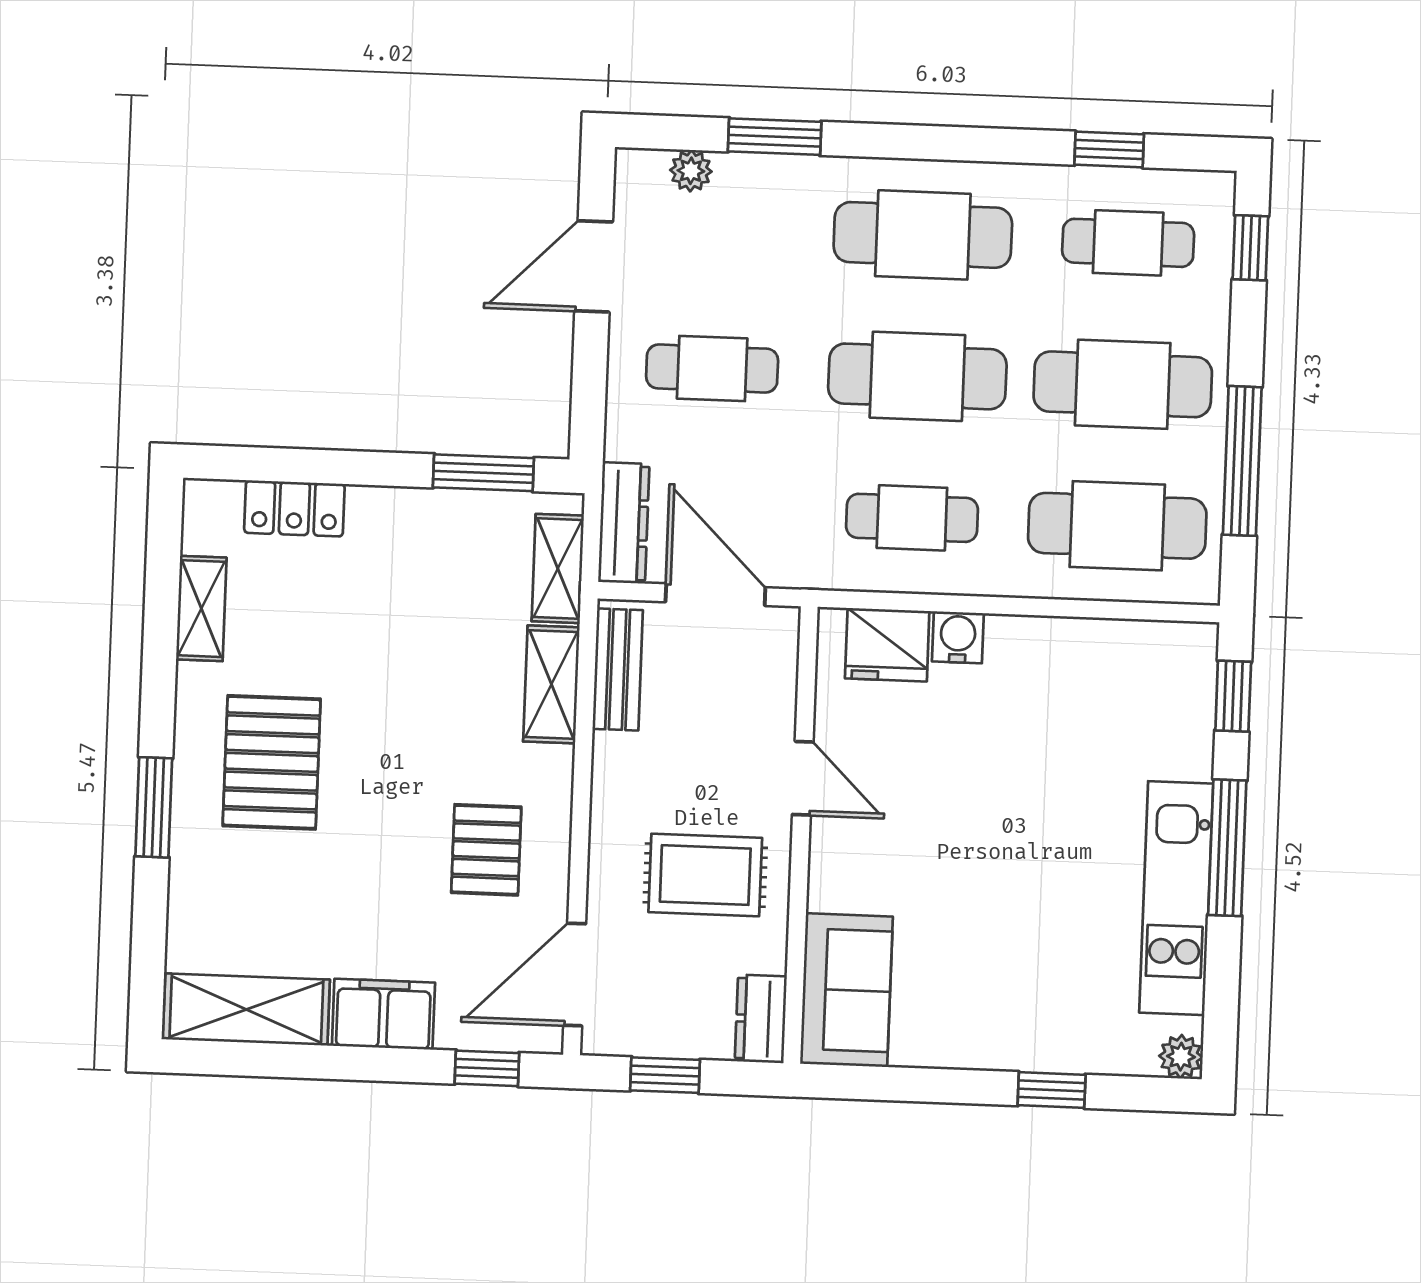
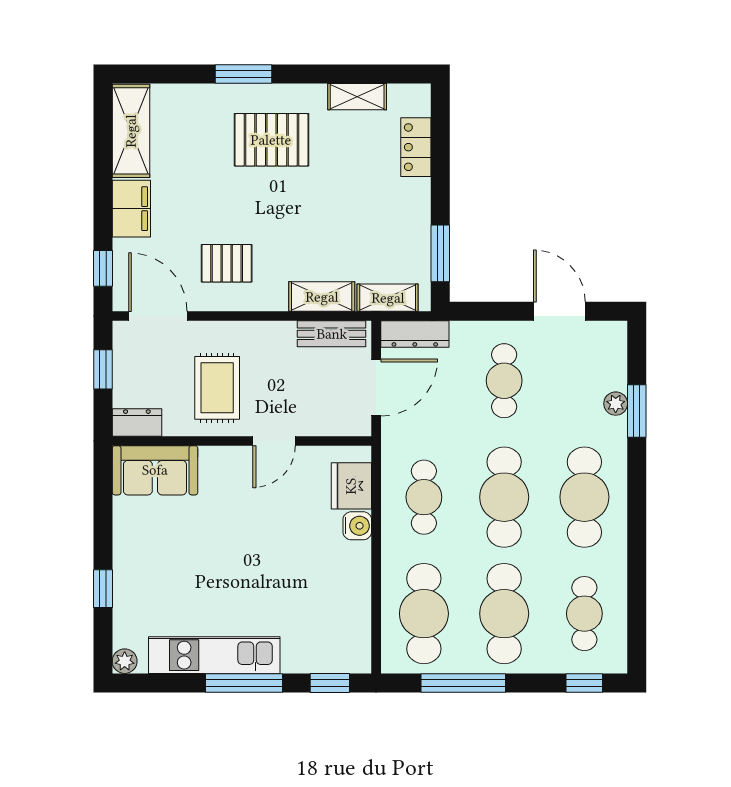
window: (1109, 149) -> (637, 601), removed
plant: (691, 171) -> (616, 404), moved

